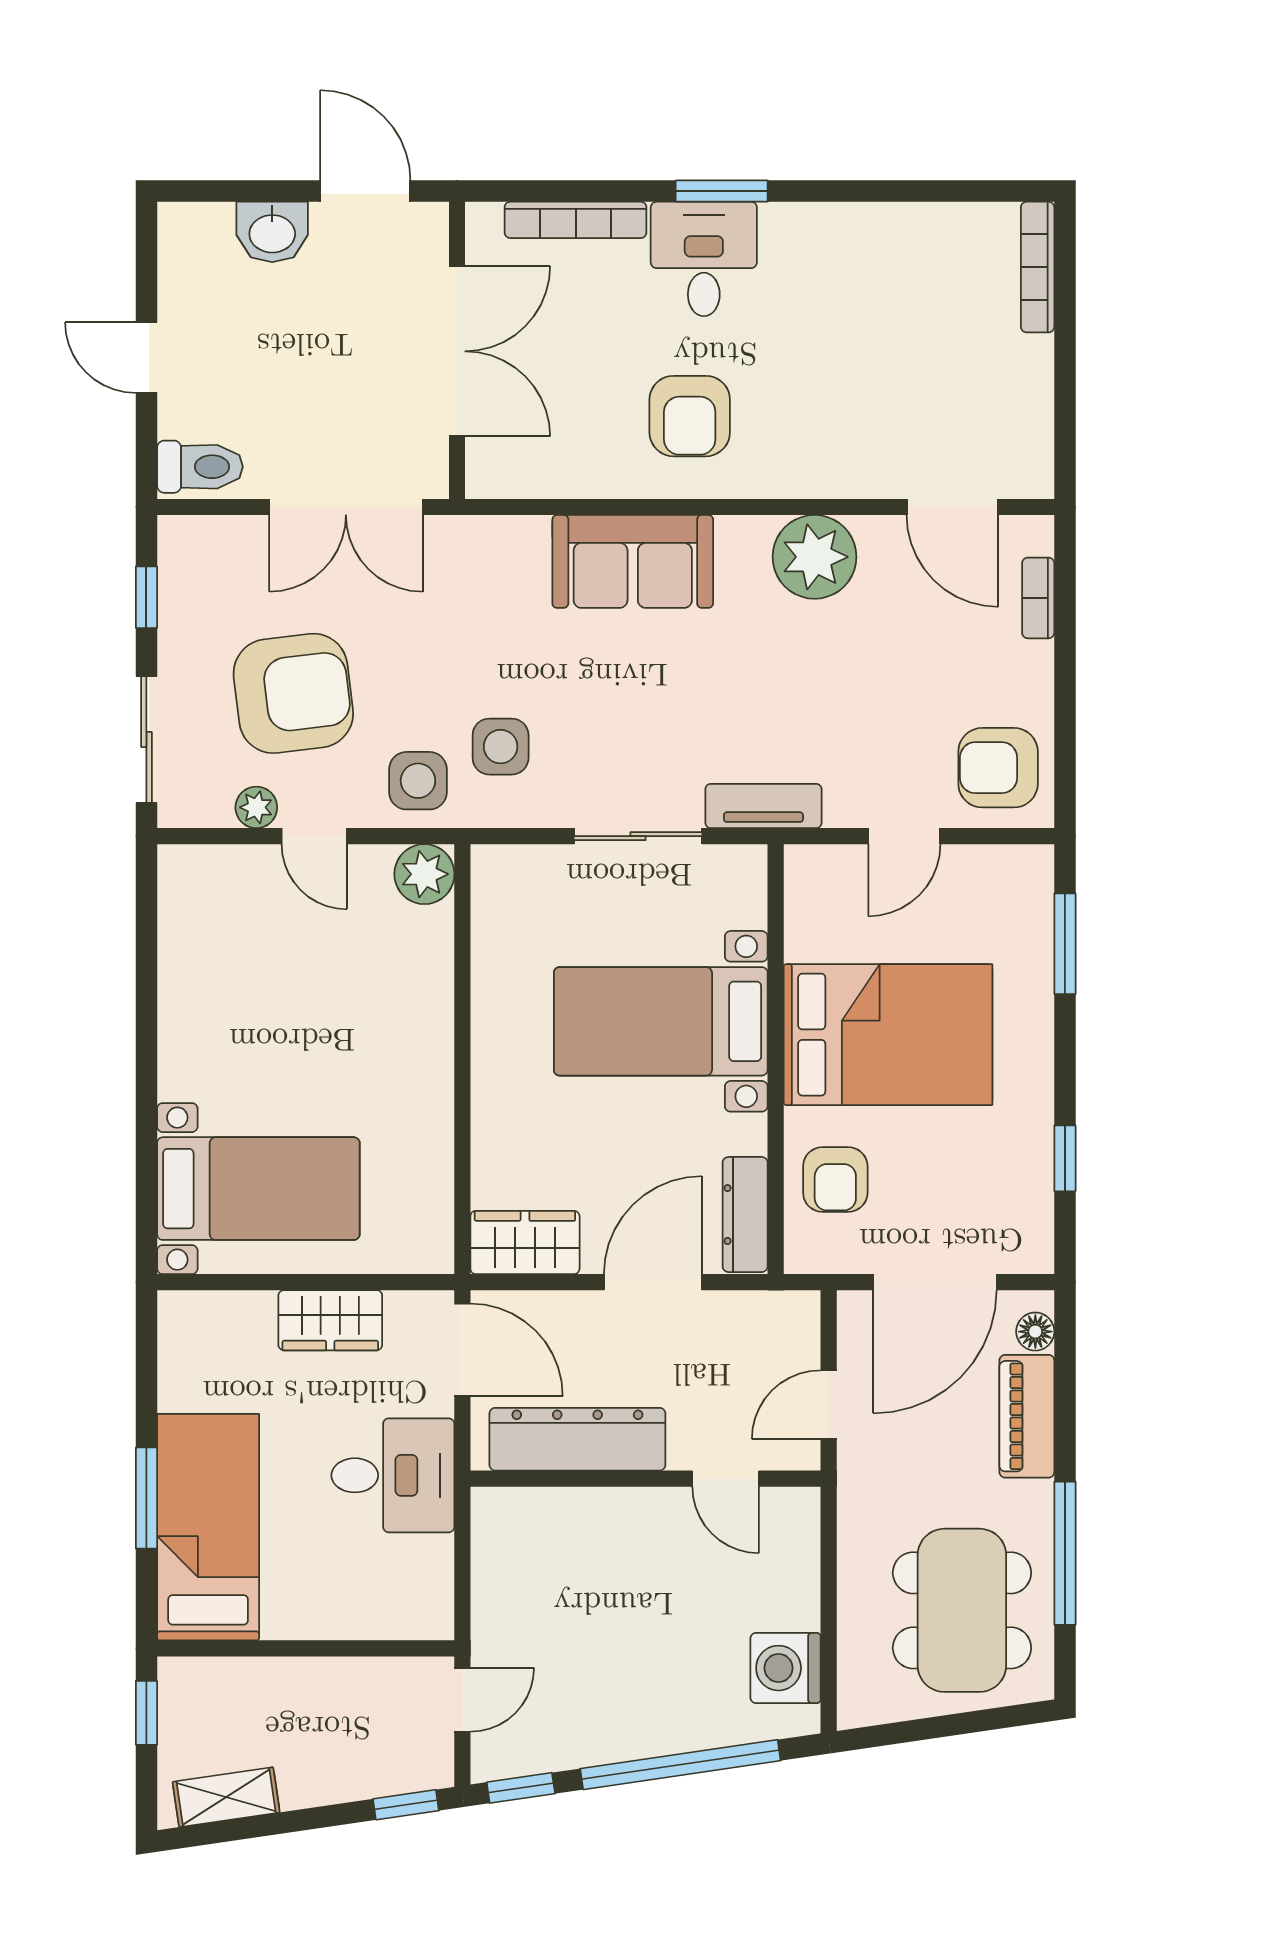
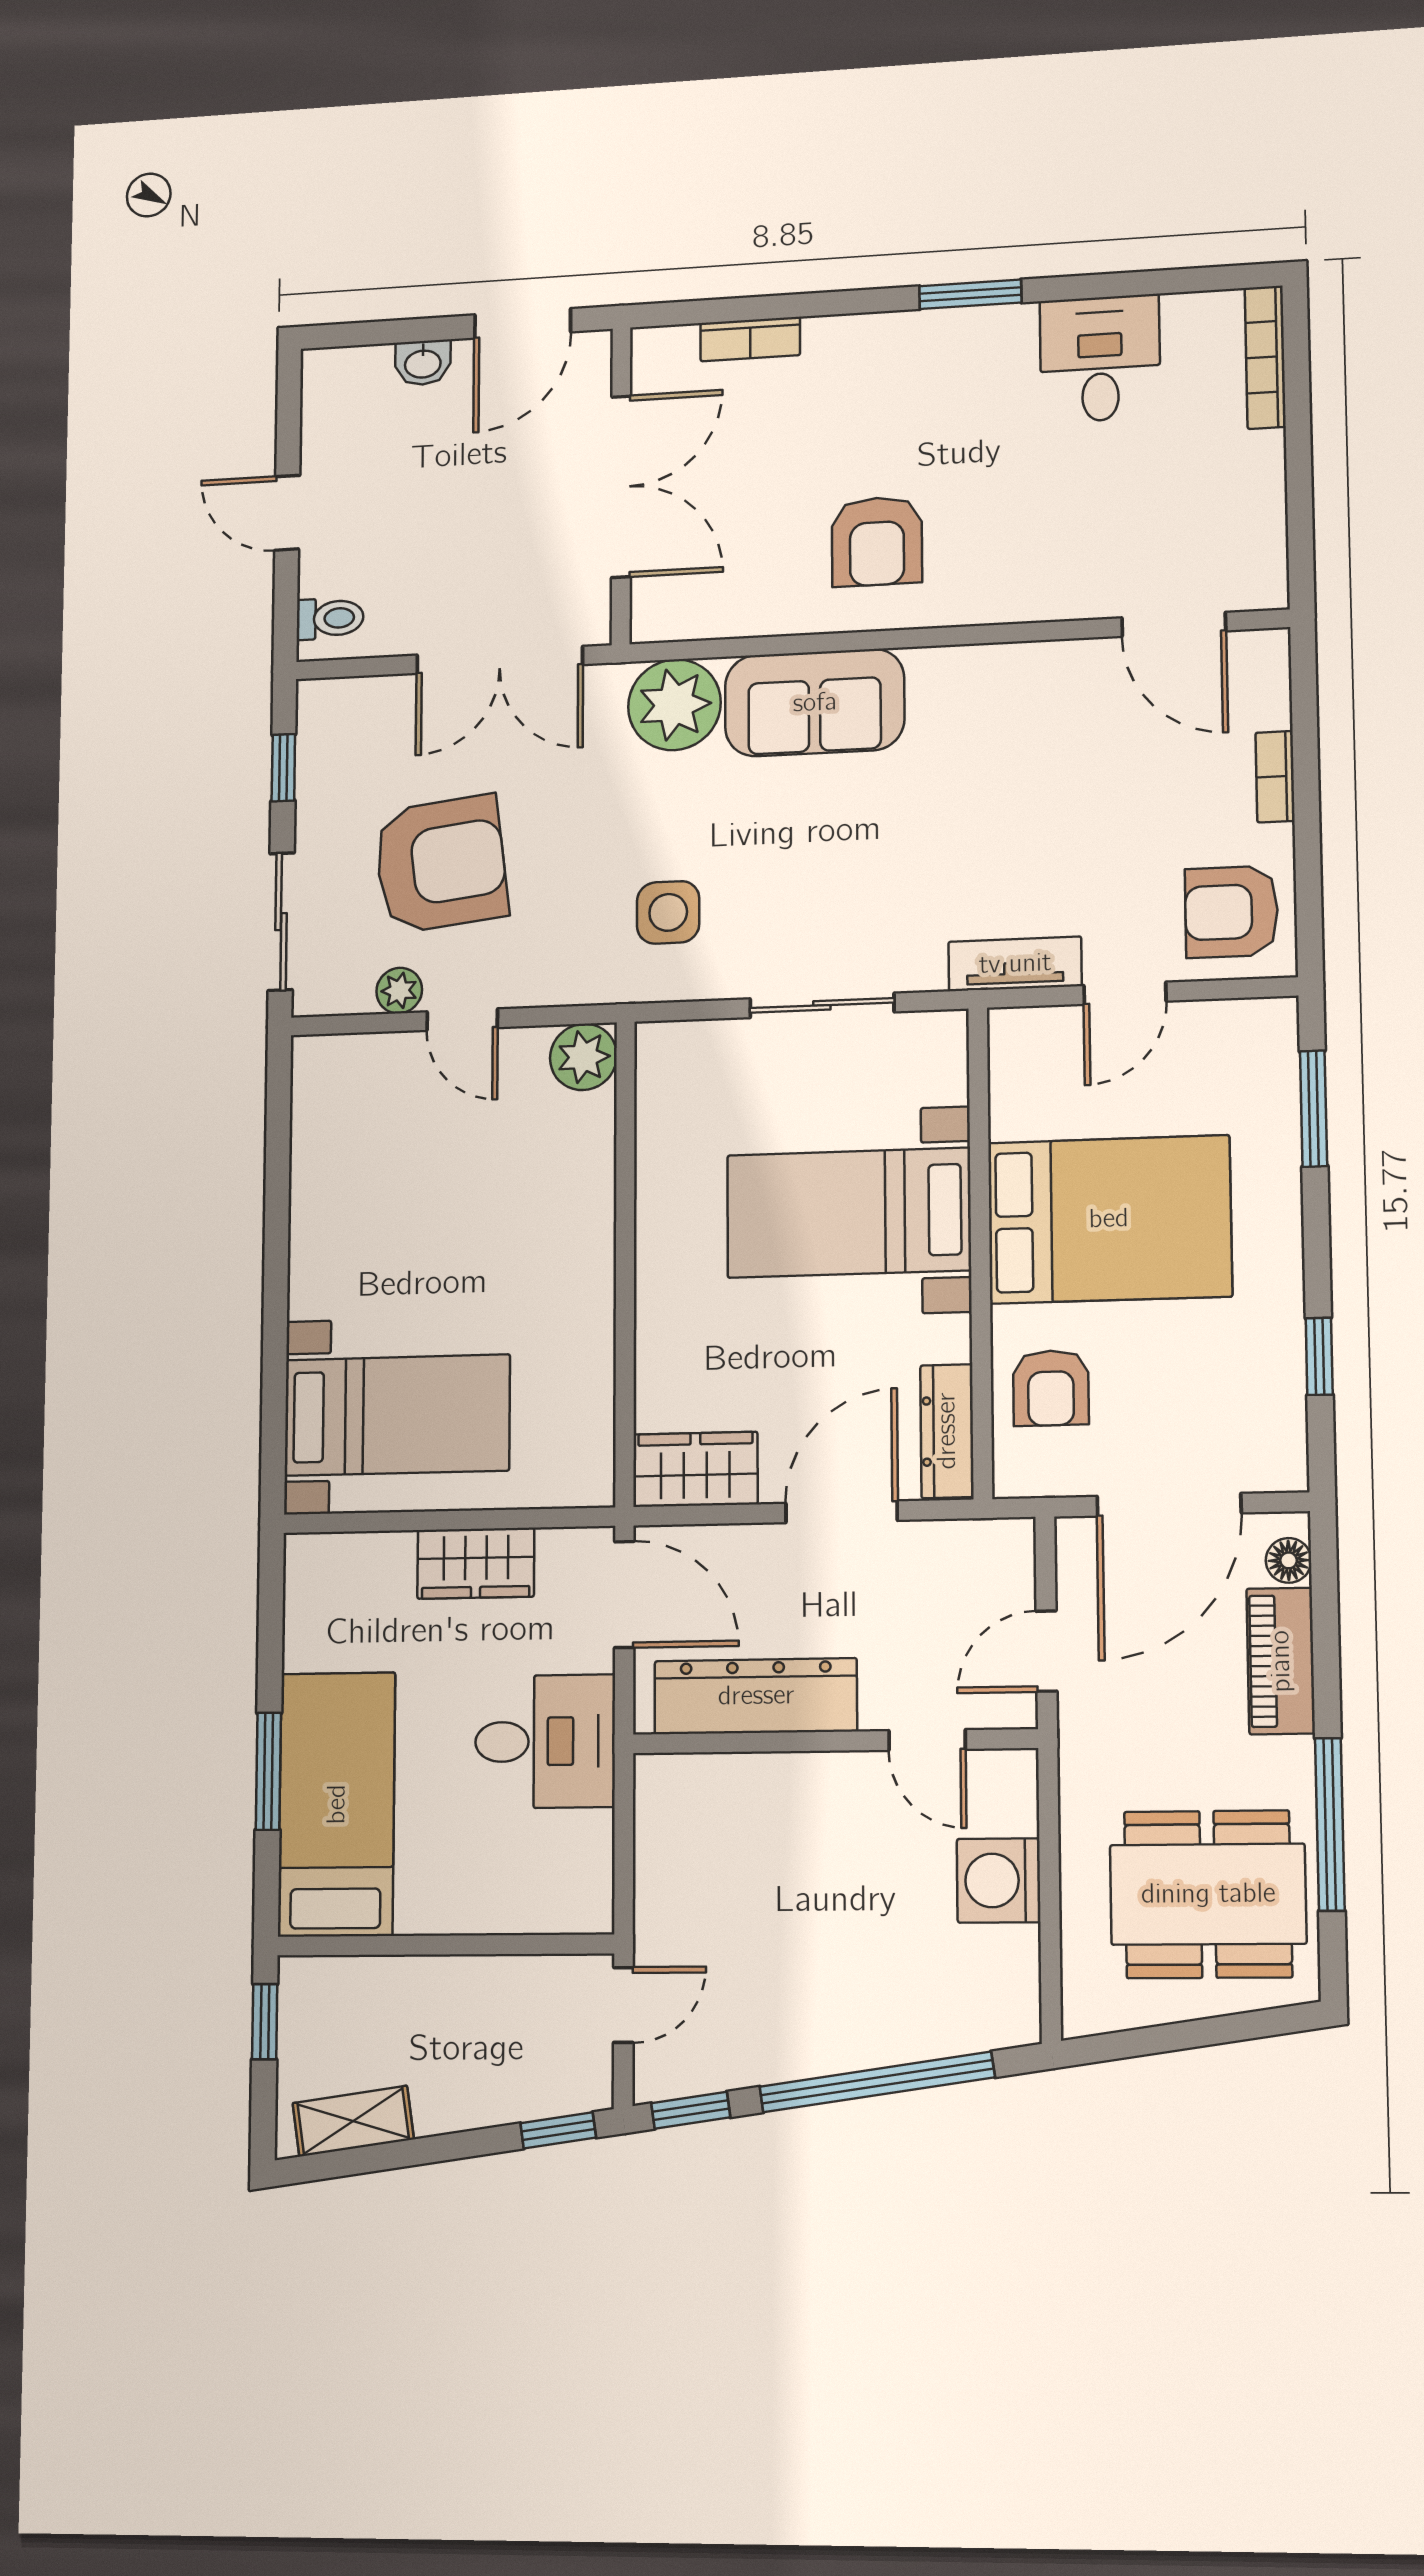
door: (365, 191) -> (523, 323), swing flipped
window: (722, 191) -> (970, 294), moved
bookcase: (576, 220) -> (750, 339), width x0.64
washbasin: (272, 232) -> (423, 363), width x0.72, depth x0.69
desk: (704, 259) -> (1100, 359), moved
toilet: (200, 467) -> (330, 618), width x0.73, depth x0.72
plant: (815, 557) -> (674, 705), moved
bookcase: (1038, 598) -> (1275, 777), moved
side table: (418, 781) -> (577, 954), removed
tv unit: (763, 806) -> (1015, 964), moved
dining table: (962, 1610) -> (1208, 1894), turned 90
washing machine: (786, 1668) -> (999, 1880), moved

